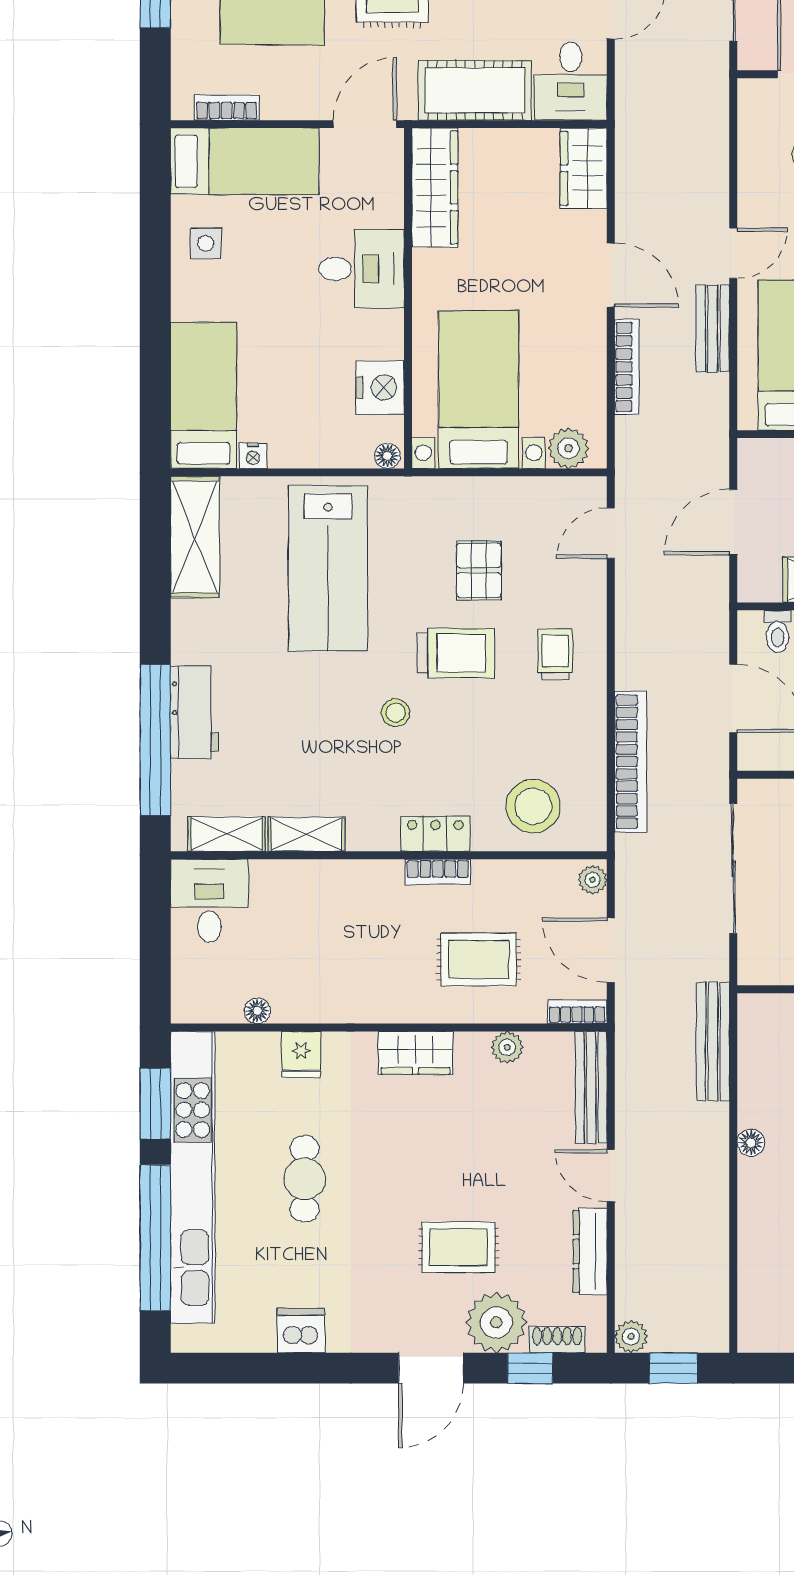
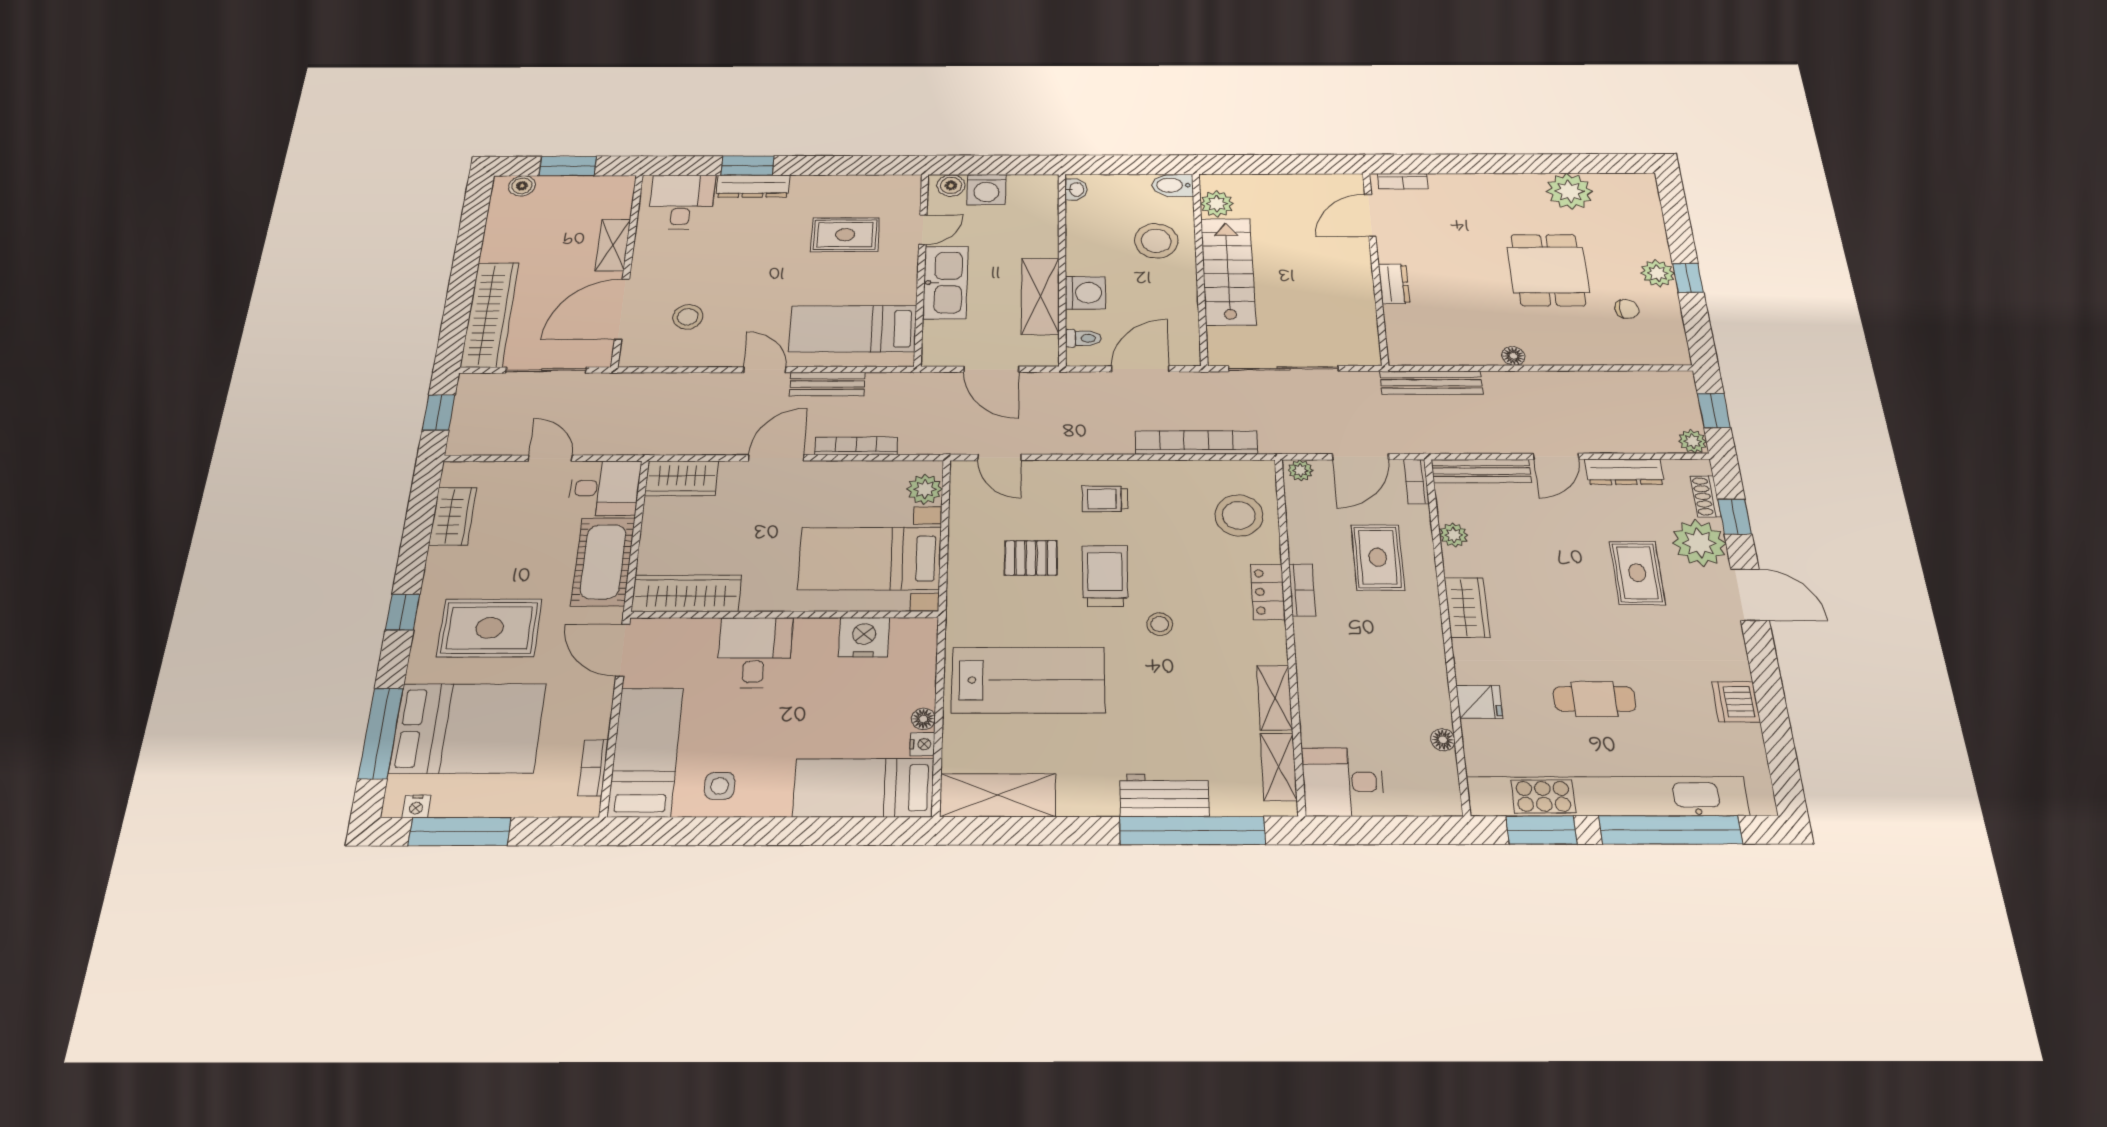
floor lamp: (387, 456) -> (923, 719), moved

